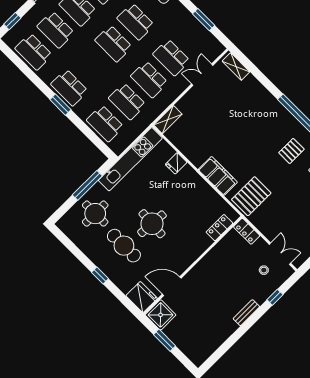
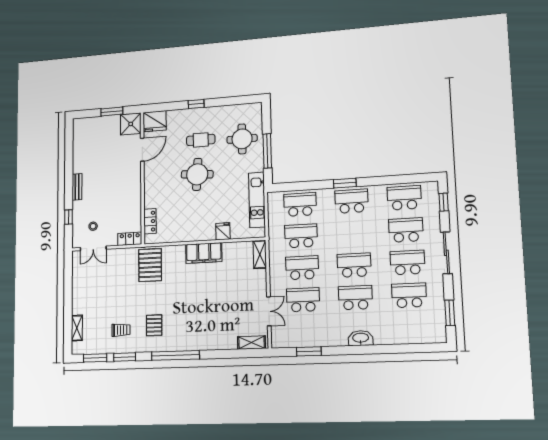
kitchen unit: (130, 159) -> (257, 200), width x0.73
filing cabinet: (218, 176) -> (204, 253), moved
cafe table: (124, 246) -> (201, 140), width x0.73, depth x0.74

